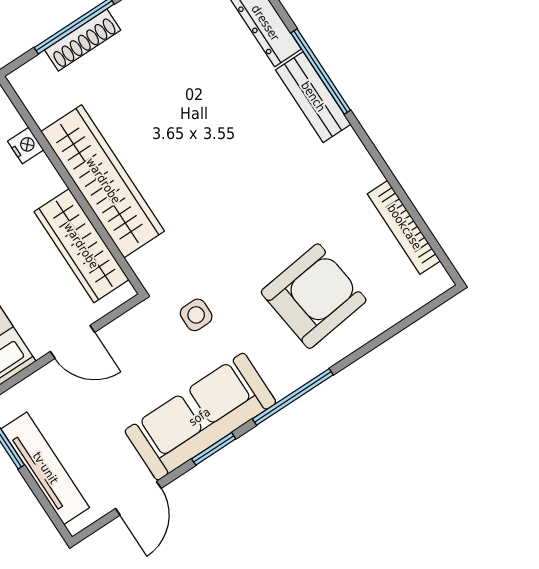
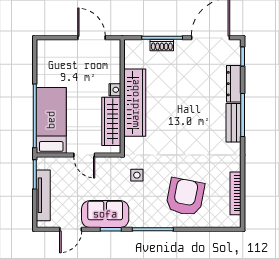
shoe rack: (83, 40) -> (162, 45), width x0.70
nightstand: (26, 146) -> (115, 90), moved
armchair: (314, 296) -> (185, 197), turned -72
sofa: (200, 417) -> (105, 214), width x0.73

